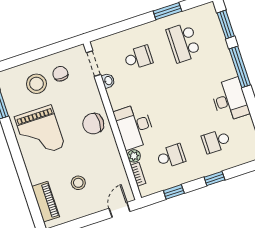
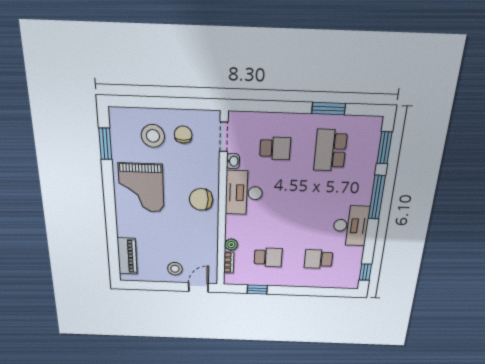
desk: (134, 126) -> (244, 193), moved
window: (214, 179) -> (301, 291), removed
stool: (78, 183) -> (175, 269), moved

